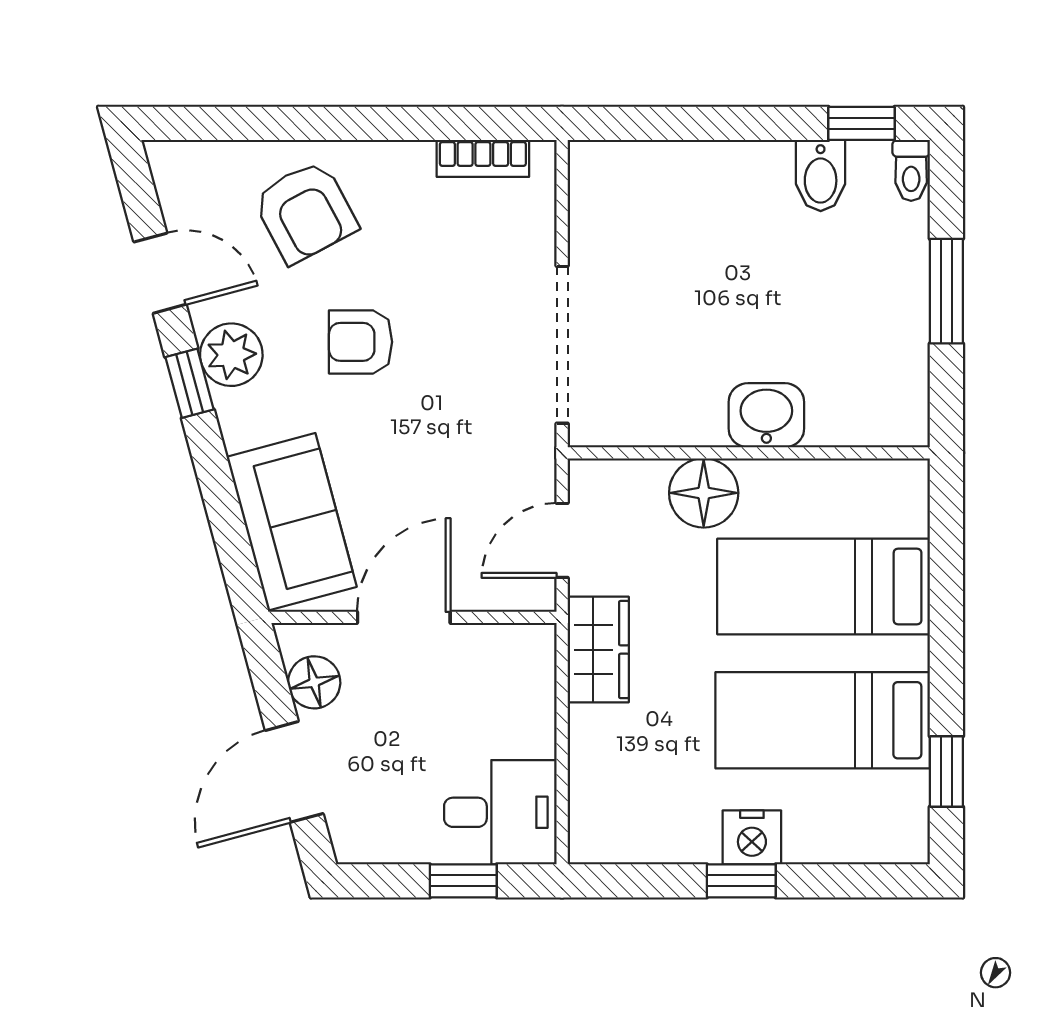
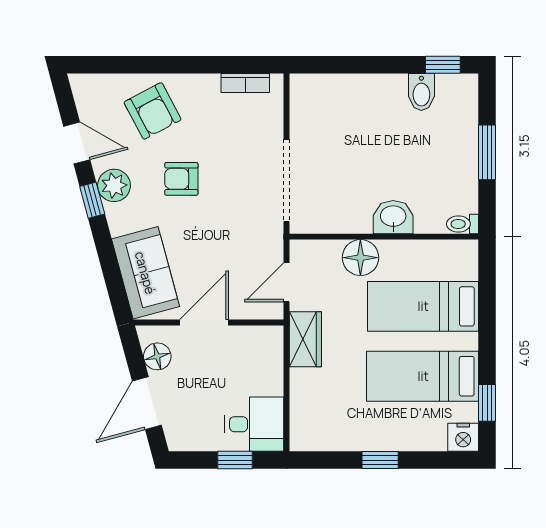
toilet: (911, 170) -> (463, 224), moved, turned 90
nightstand: (752, 837) -> (463, 437), moved

